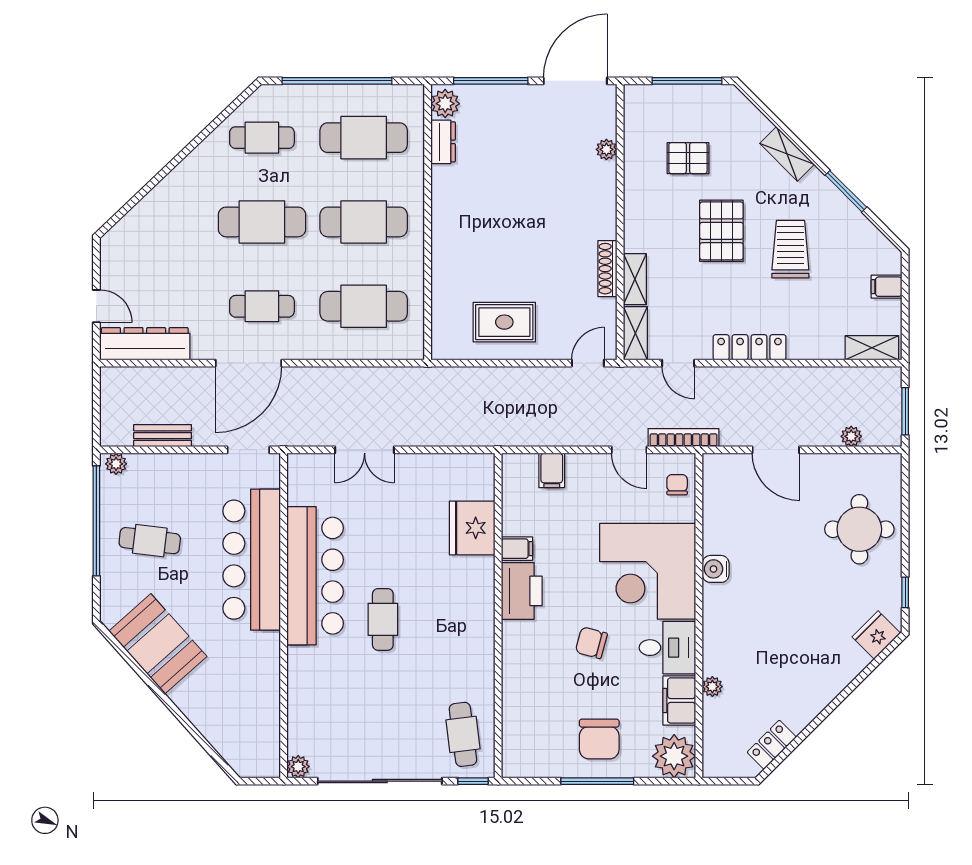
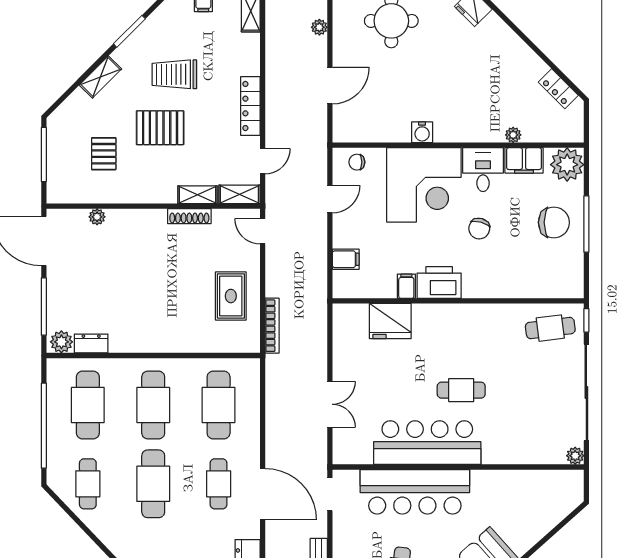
bookcase: (684, 438) -> (272, 326), moved, turned 180

